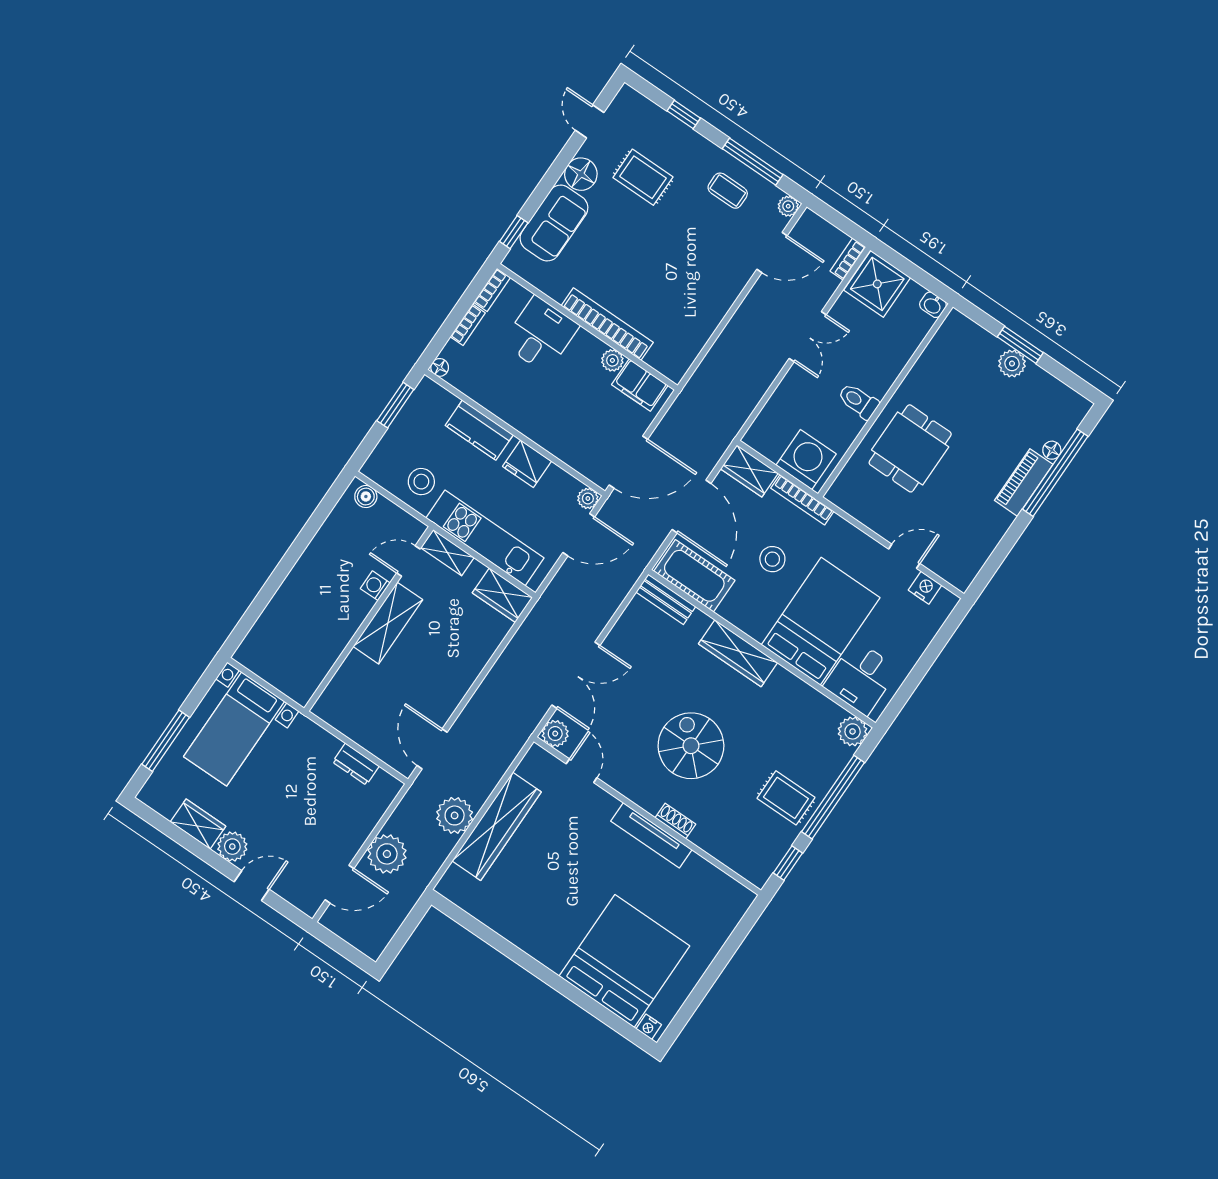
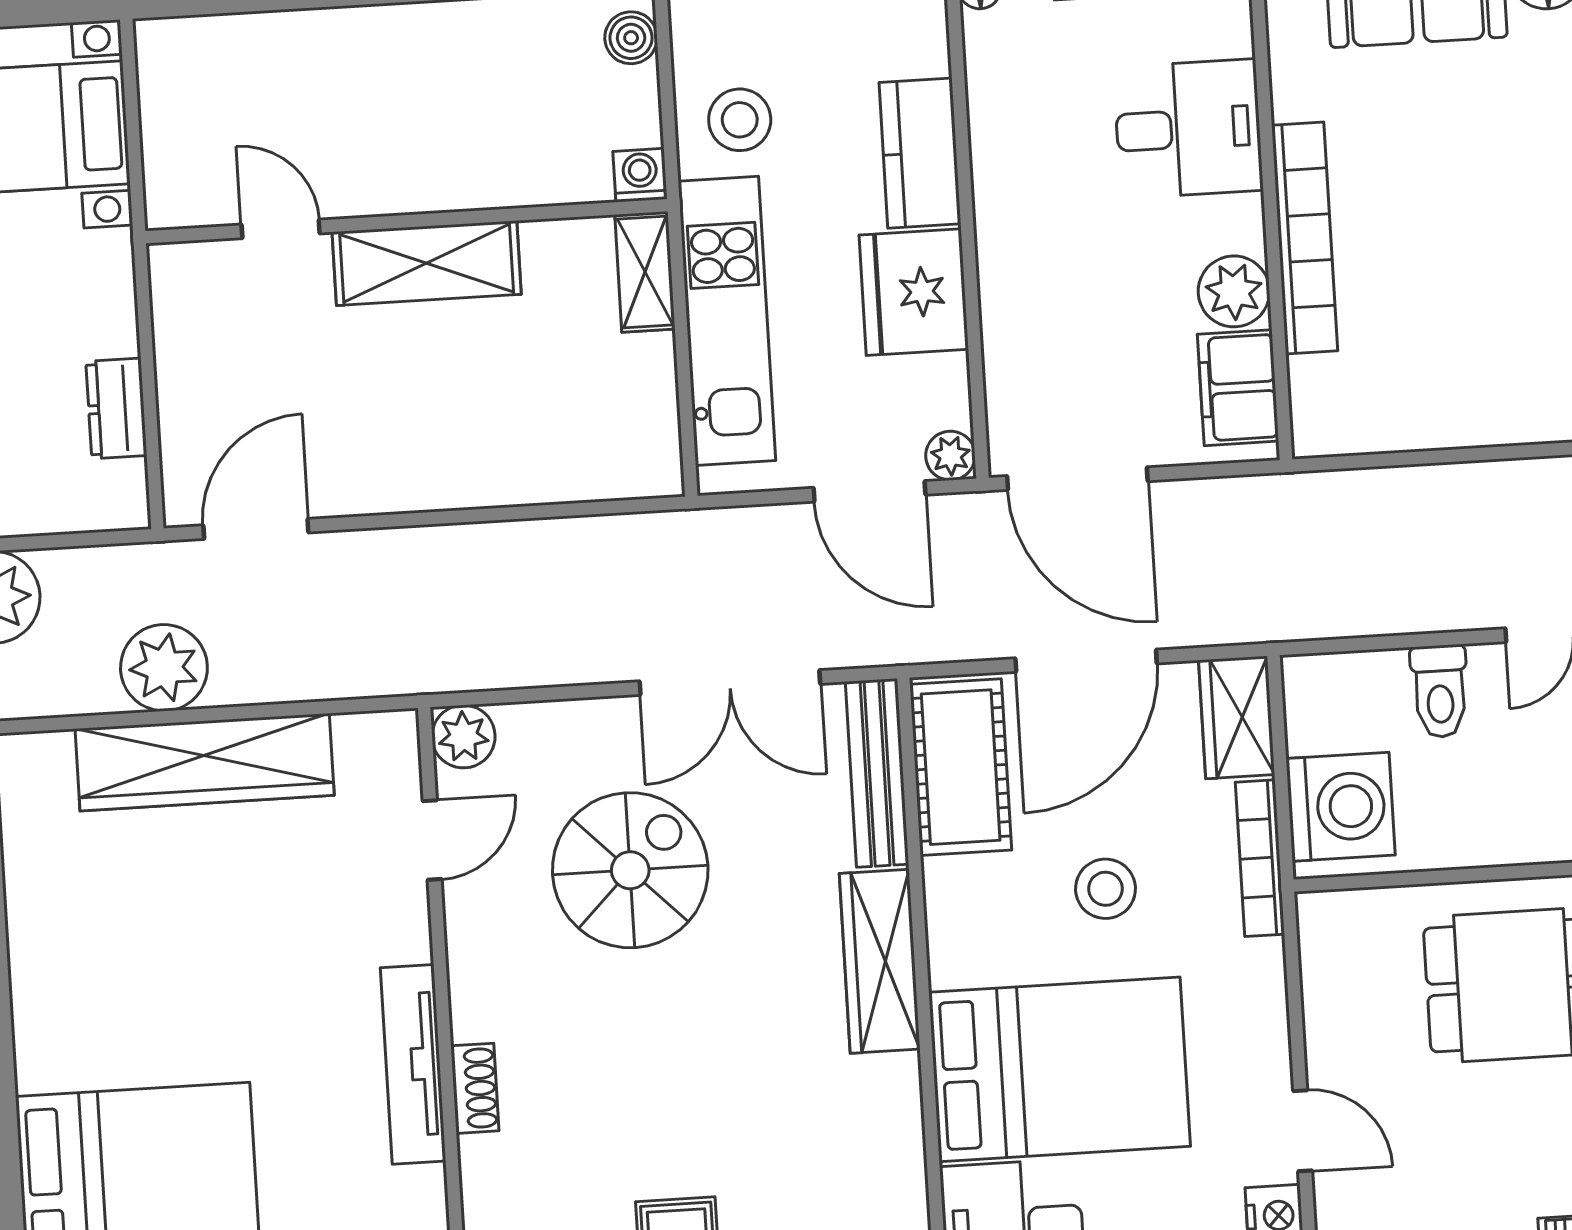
plant: (612, 360) -> (1234, 291), width x1.38, depth x1.38
toilet: (858, 401) -> (1440, 691), moved, turned 180
fridge: (527, 464) -> (914, 292), width x1.36, depth x1.34
door: (408, 561) -> (281, 229), moved
washing machine: (375, 586) -> (640, 175), moved
wardrobe: (502, 595) -> (645, 437), removed
bench: (666, 599) -> (877, 773), width x1.36
double door: (576, 675) -> (730, 683), moved
spiral stairs: (691, 746) -> (630, 870), moved

